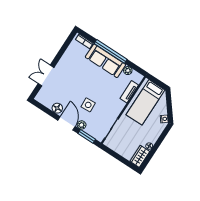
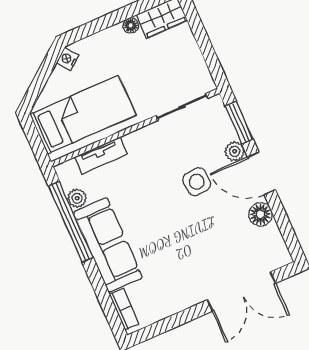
window: (111, 51) -> (71, 222), moved
double door: (46, 76) -> (241, 292), width x1.37
door: (67, 123) -> (262, 173), hinge flipped

